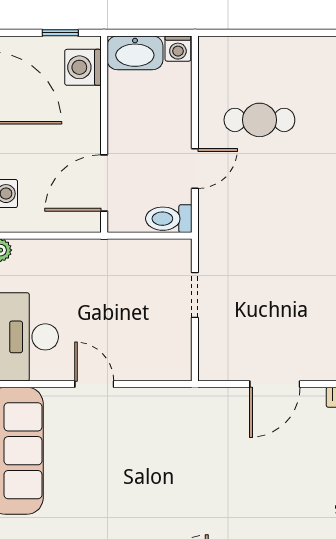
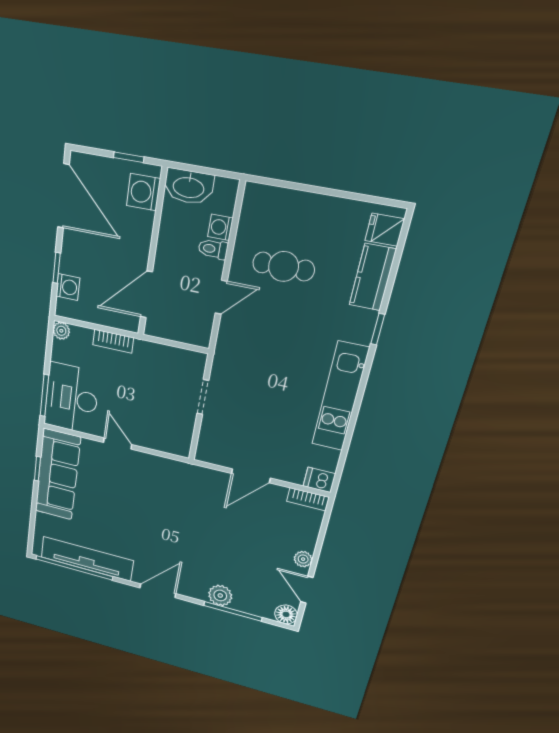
washing machine: (178, 49) -> (220, 227), moved, turned 90
toilet: (169, 219) -> (213, 249), moved, width x0.73, depth x0.72
bookcase: (70, 249) -> (113, 341), added

